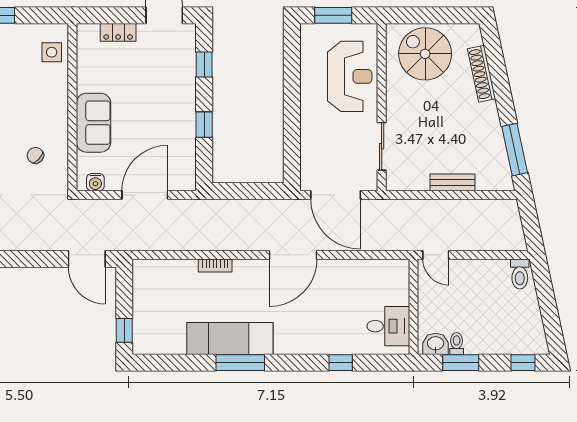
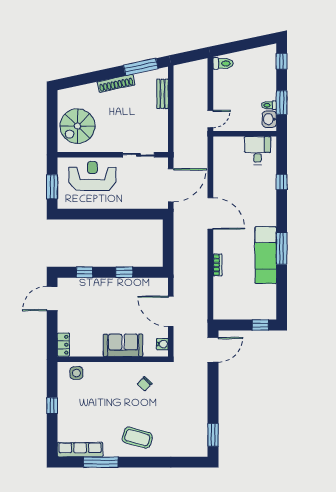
locker: (118, 32) -> (63, 345), moved
shoe rack: (482, 74) -> (116, 83), moved
bench: (452, 182) -> (163, 94), moved

